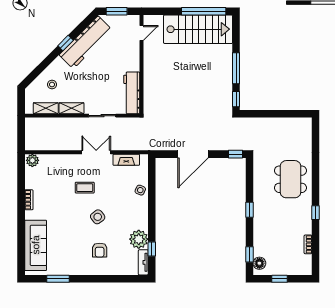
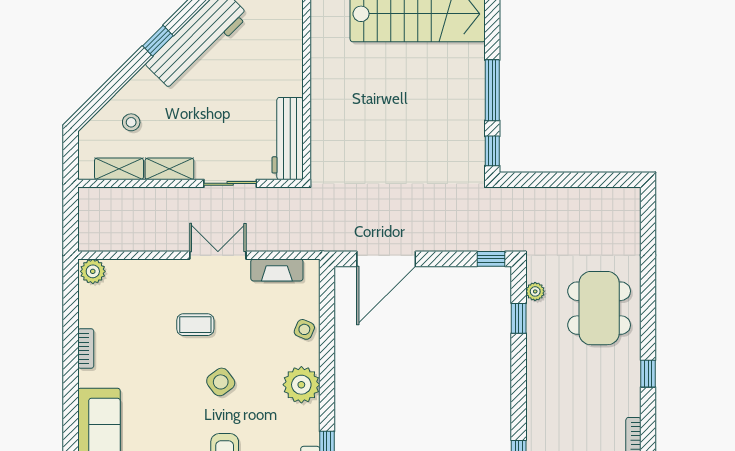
door: (141, 33) -> (307, 21), removed
door: (193, 154) -> (386, 259), moved
plant: (258, 171) -> (535, 291), added
window: (249, 210) -> (519, 318), moved
plant: (139, 239) -> (301, 385), moved

